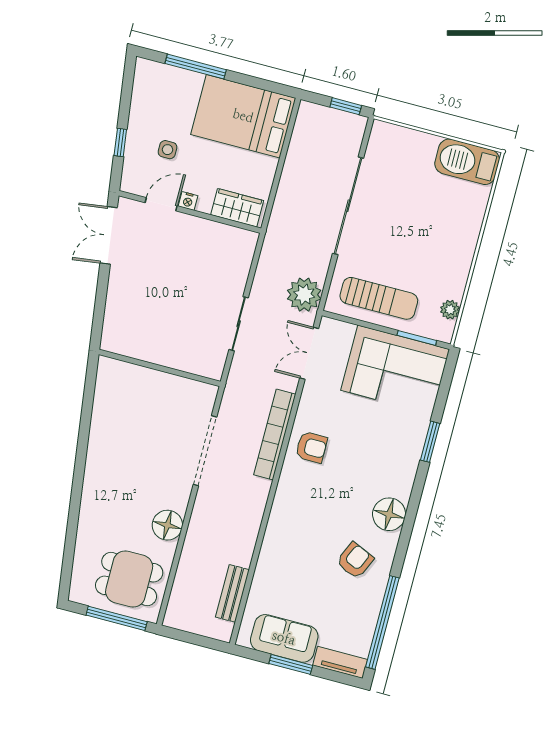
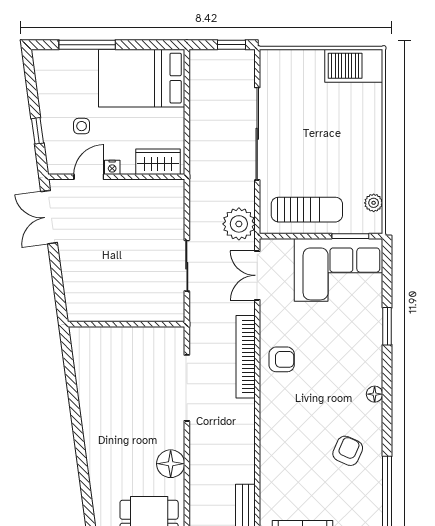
floor lamp: (389, 514) -> (375, 394), width x0.53, depth x0.53

